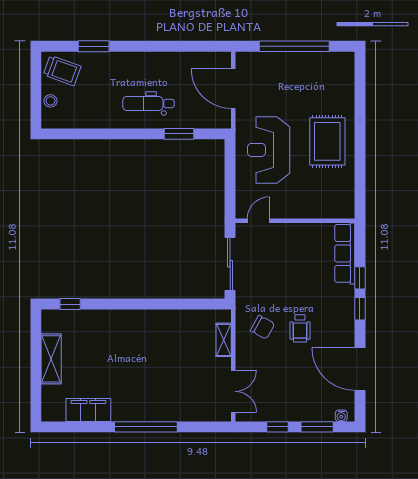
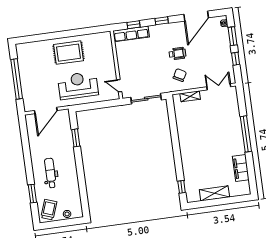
dental chair: (148, 104) -> (50, 173), moved, turned 180
reception desk: (269, 150) -> (78, 85), turned 180
window: (360, 278) -> (133, 25), moved

